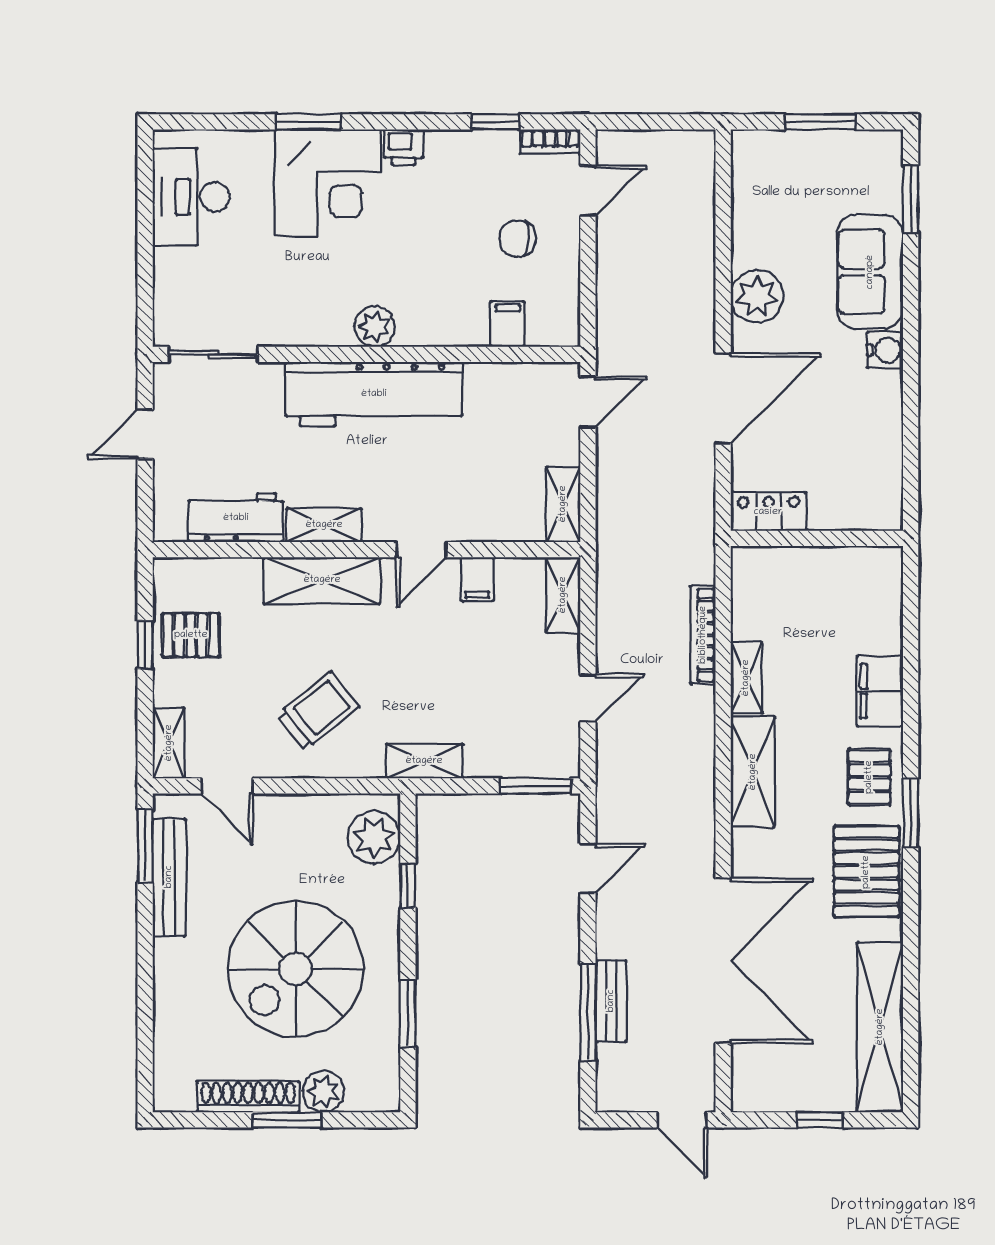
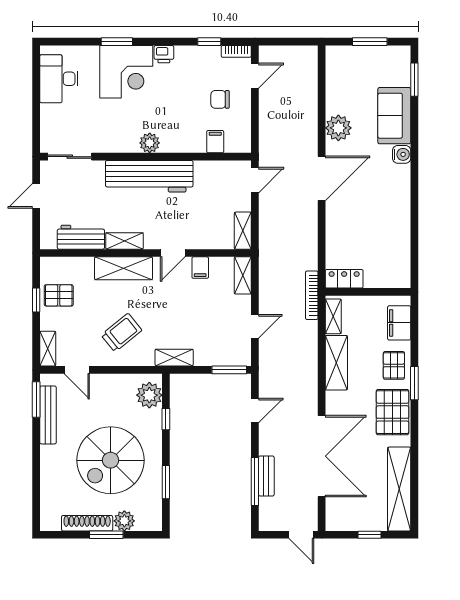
locker: (768, 512) -> (344, 279), moved
wall: (817, 538) -> (368, 292), moved

